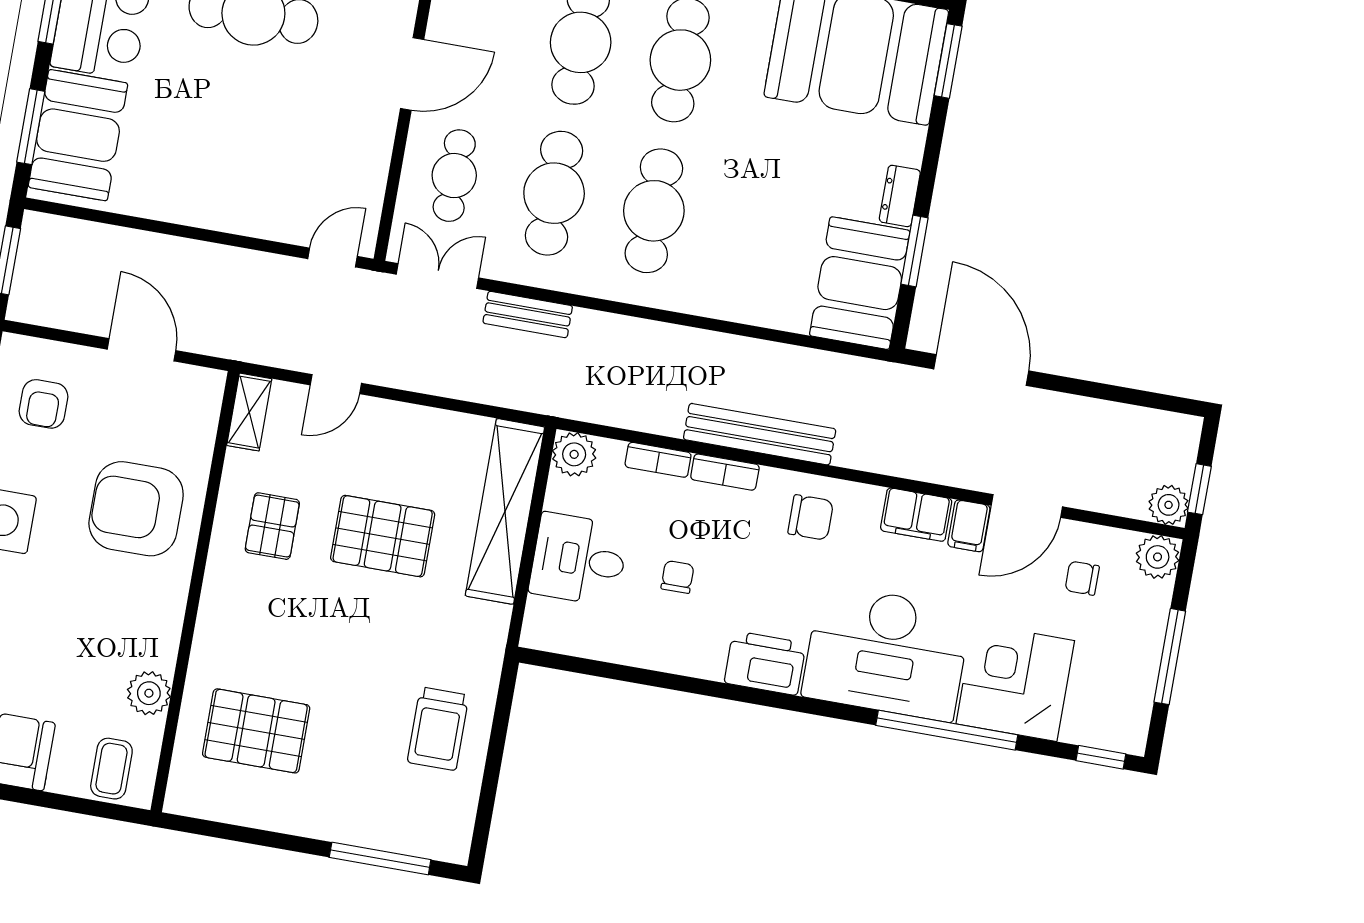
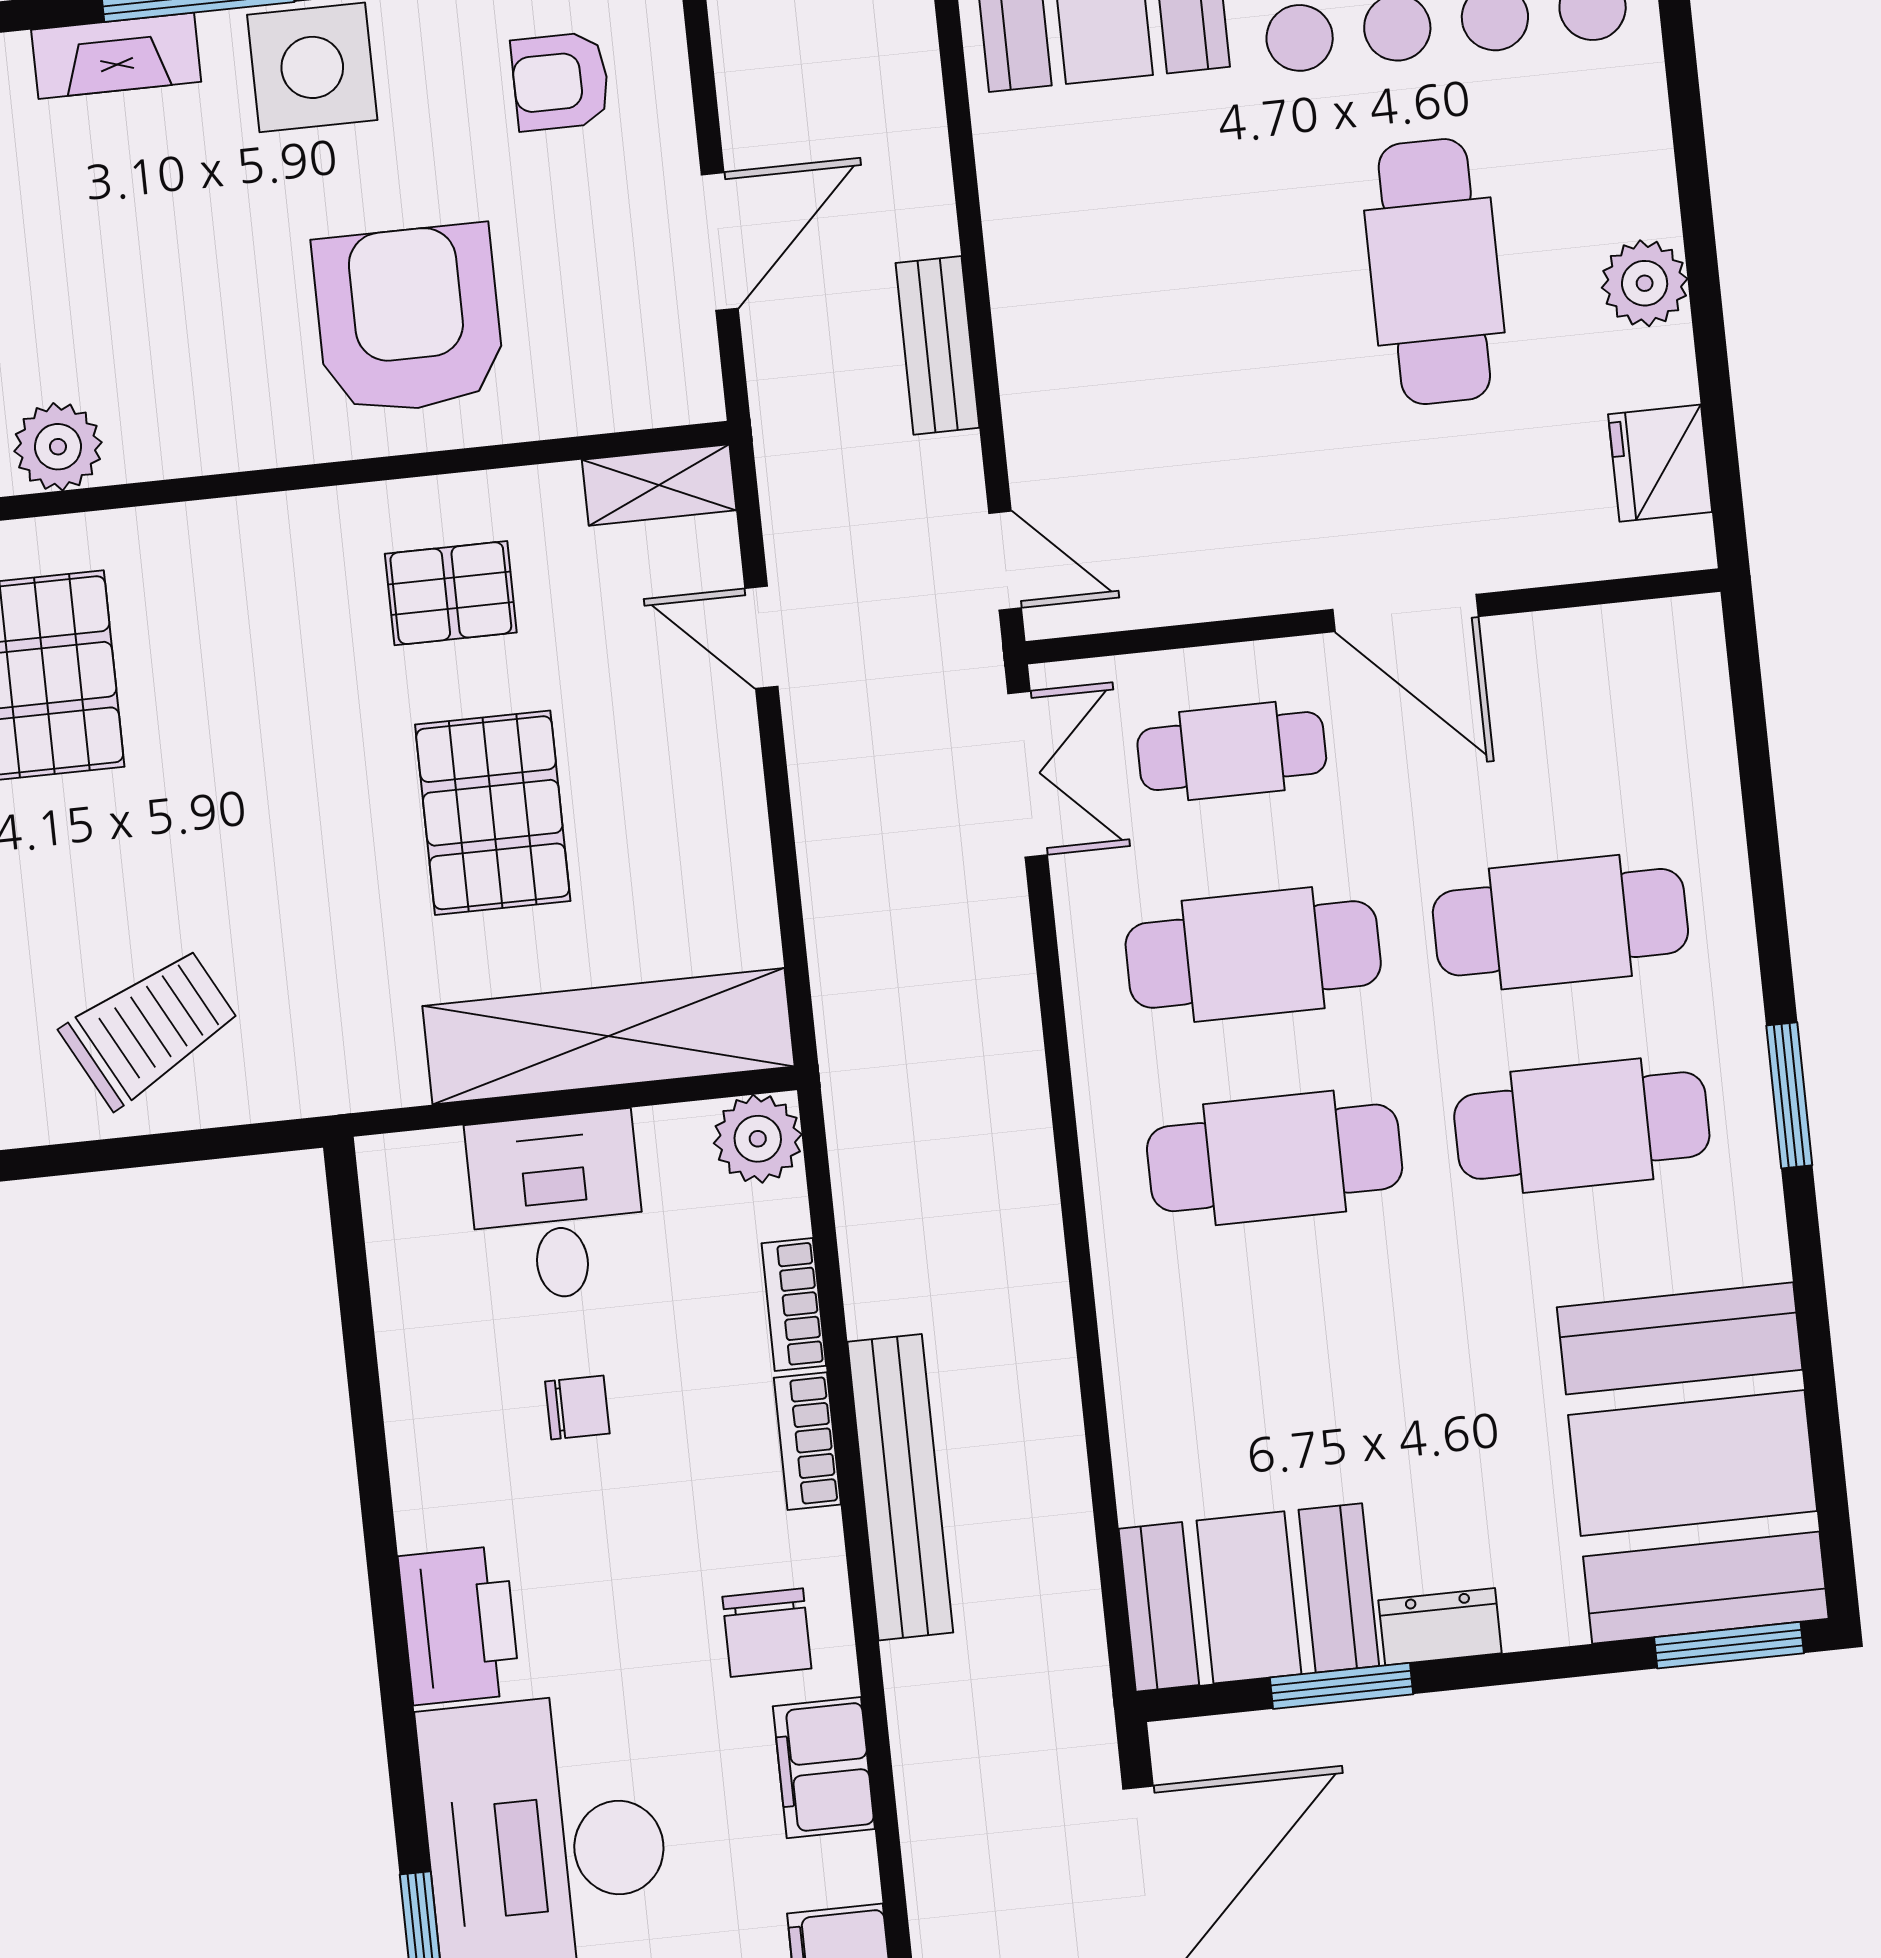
bench: (528, 314) -> (938, 345), moved
filing cabinet: (916, 515) -> (824, 1768), moved
trolley: (438, 729) -> (150, 1028), turned 152

